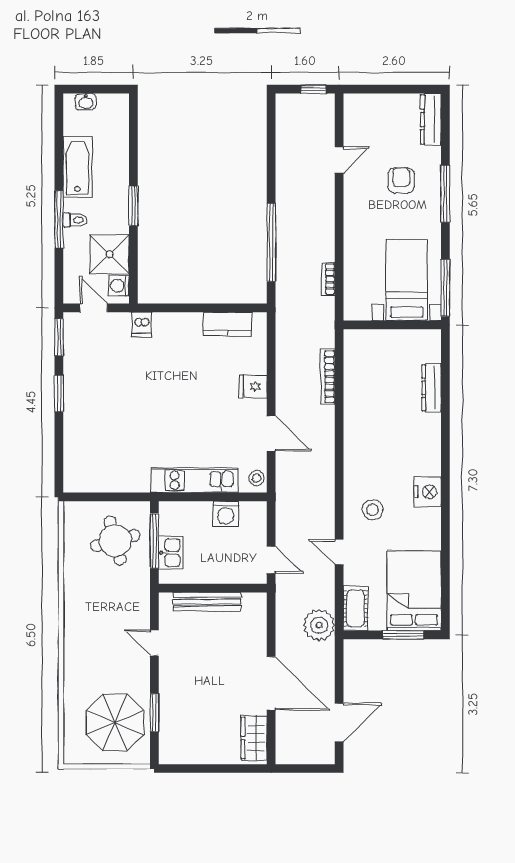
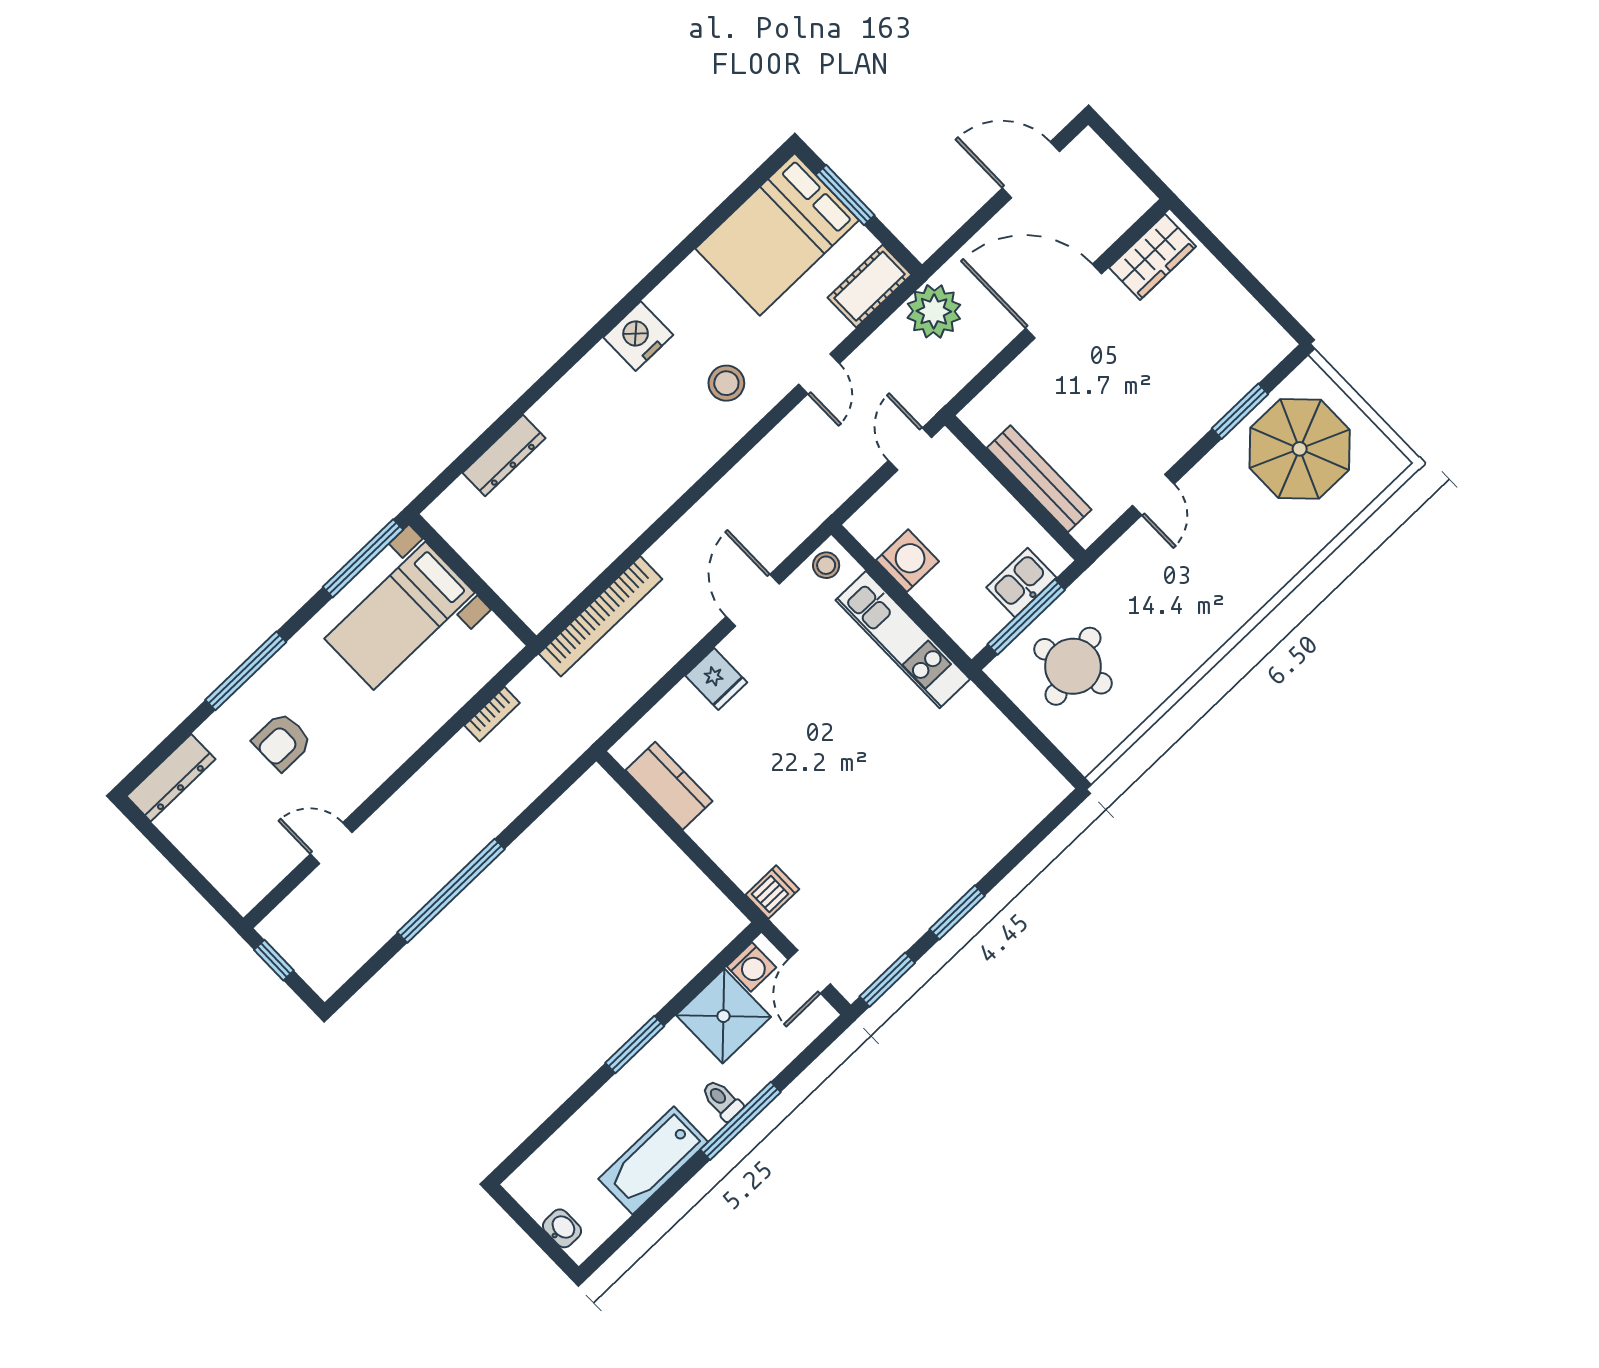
window: (271, 242) -> (451, 891), moved
bookcase: (328, 377) -> (601, 616), width x1.48, depth x1.31
door: (271, 683) -> (1064, 301), hinge flipped

